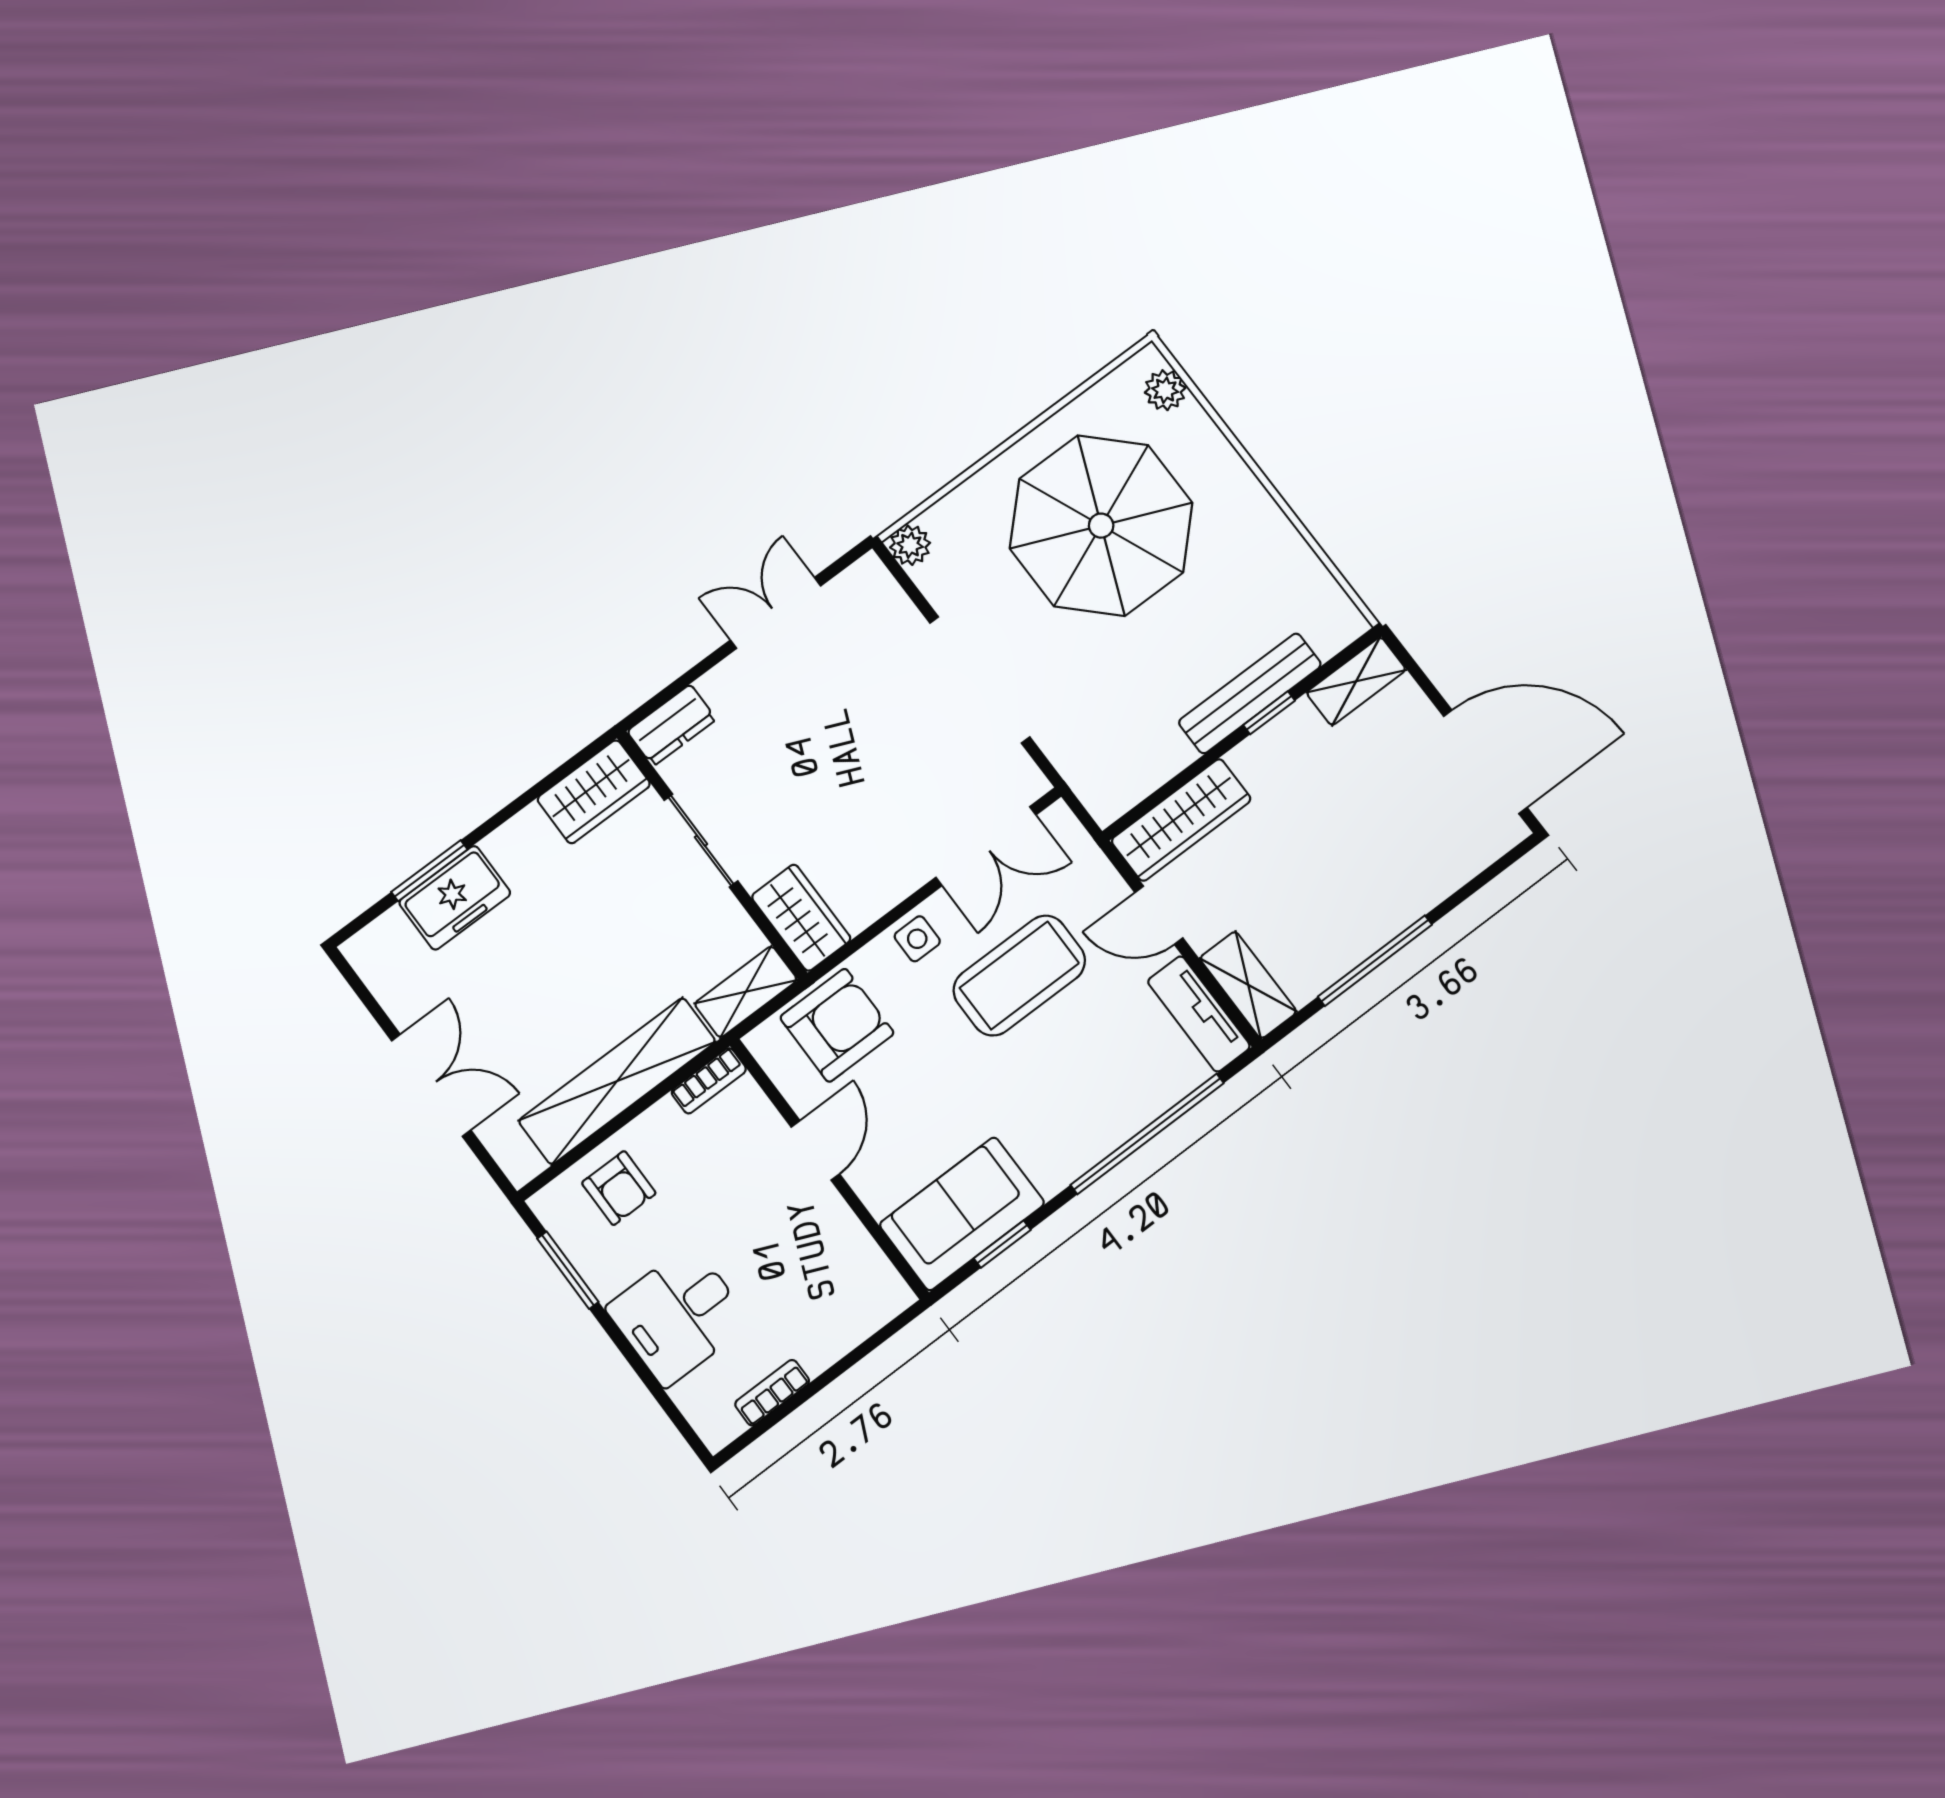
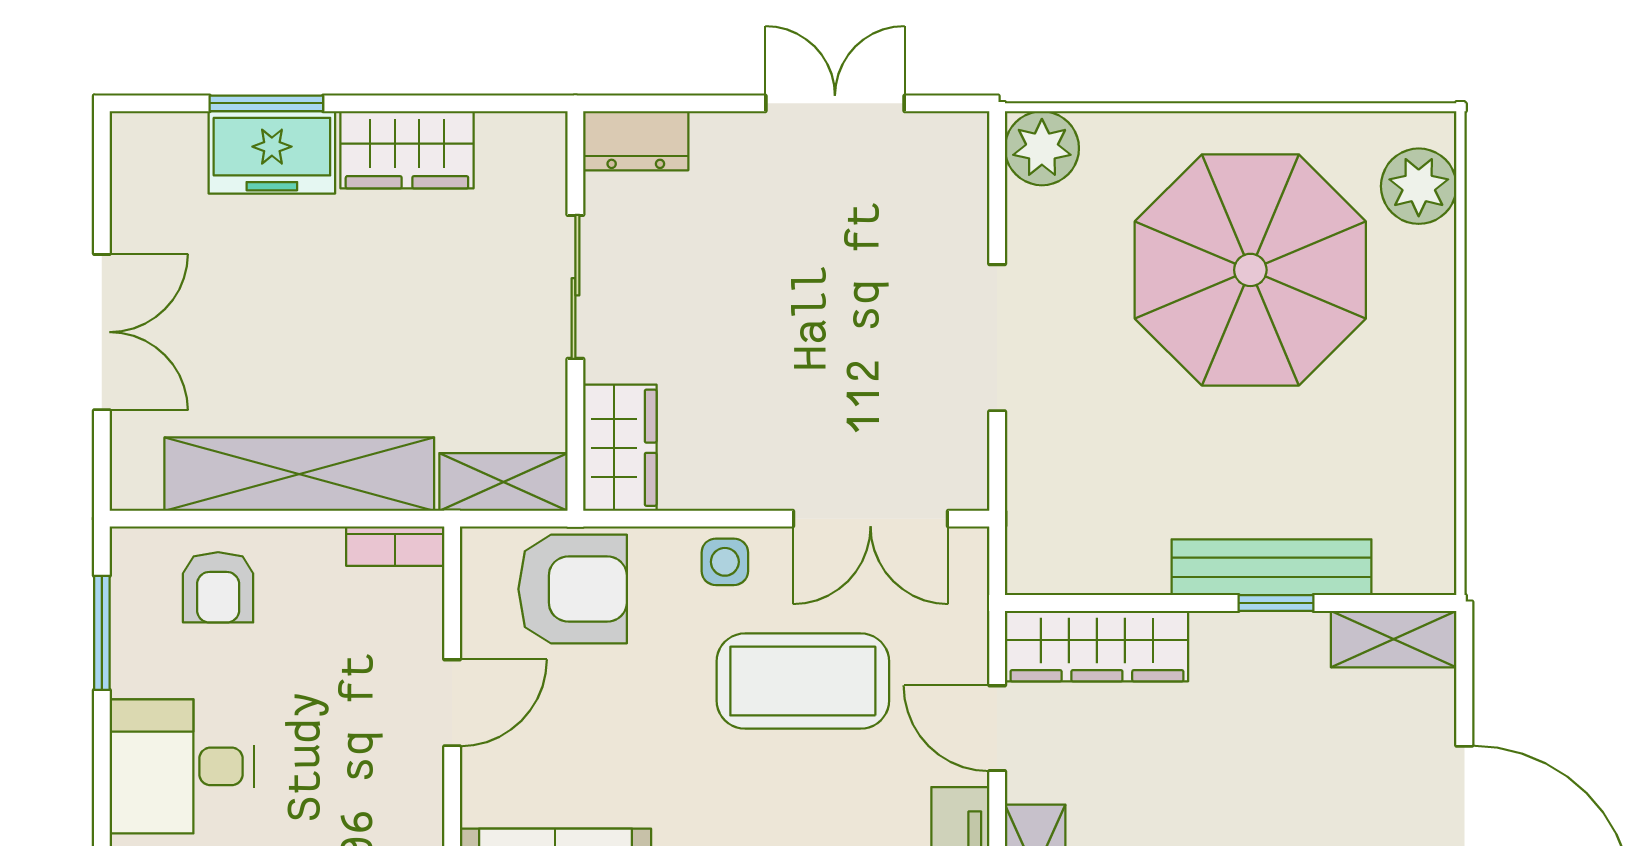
plant: (1165, 390) -> (1419, 186), width x1.38, depth x1.38
plant: (910, 545) -> (1042, 148), width x1.38, depth x1.38
doorway: (980, 680) -> (997, 338), width x0.73
wardrobe: (594, 792) -> (407, 150), moved

